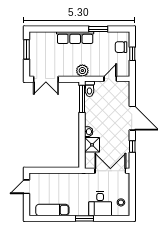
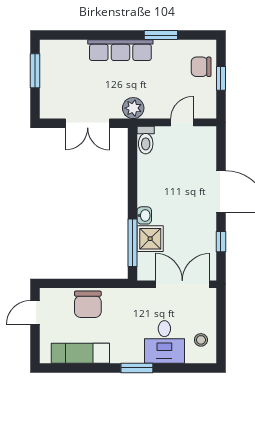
double door: (46, 79) -> (88, 123), moved
window: (82, 99) -> (133, 243), moved
chair: (57, 182) -> (88, 304), added

